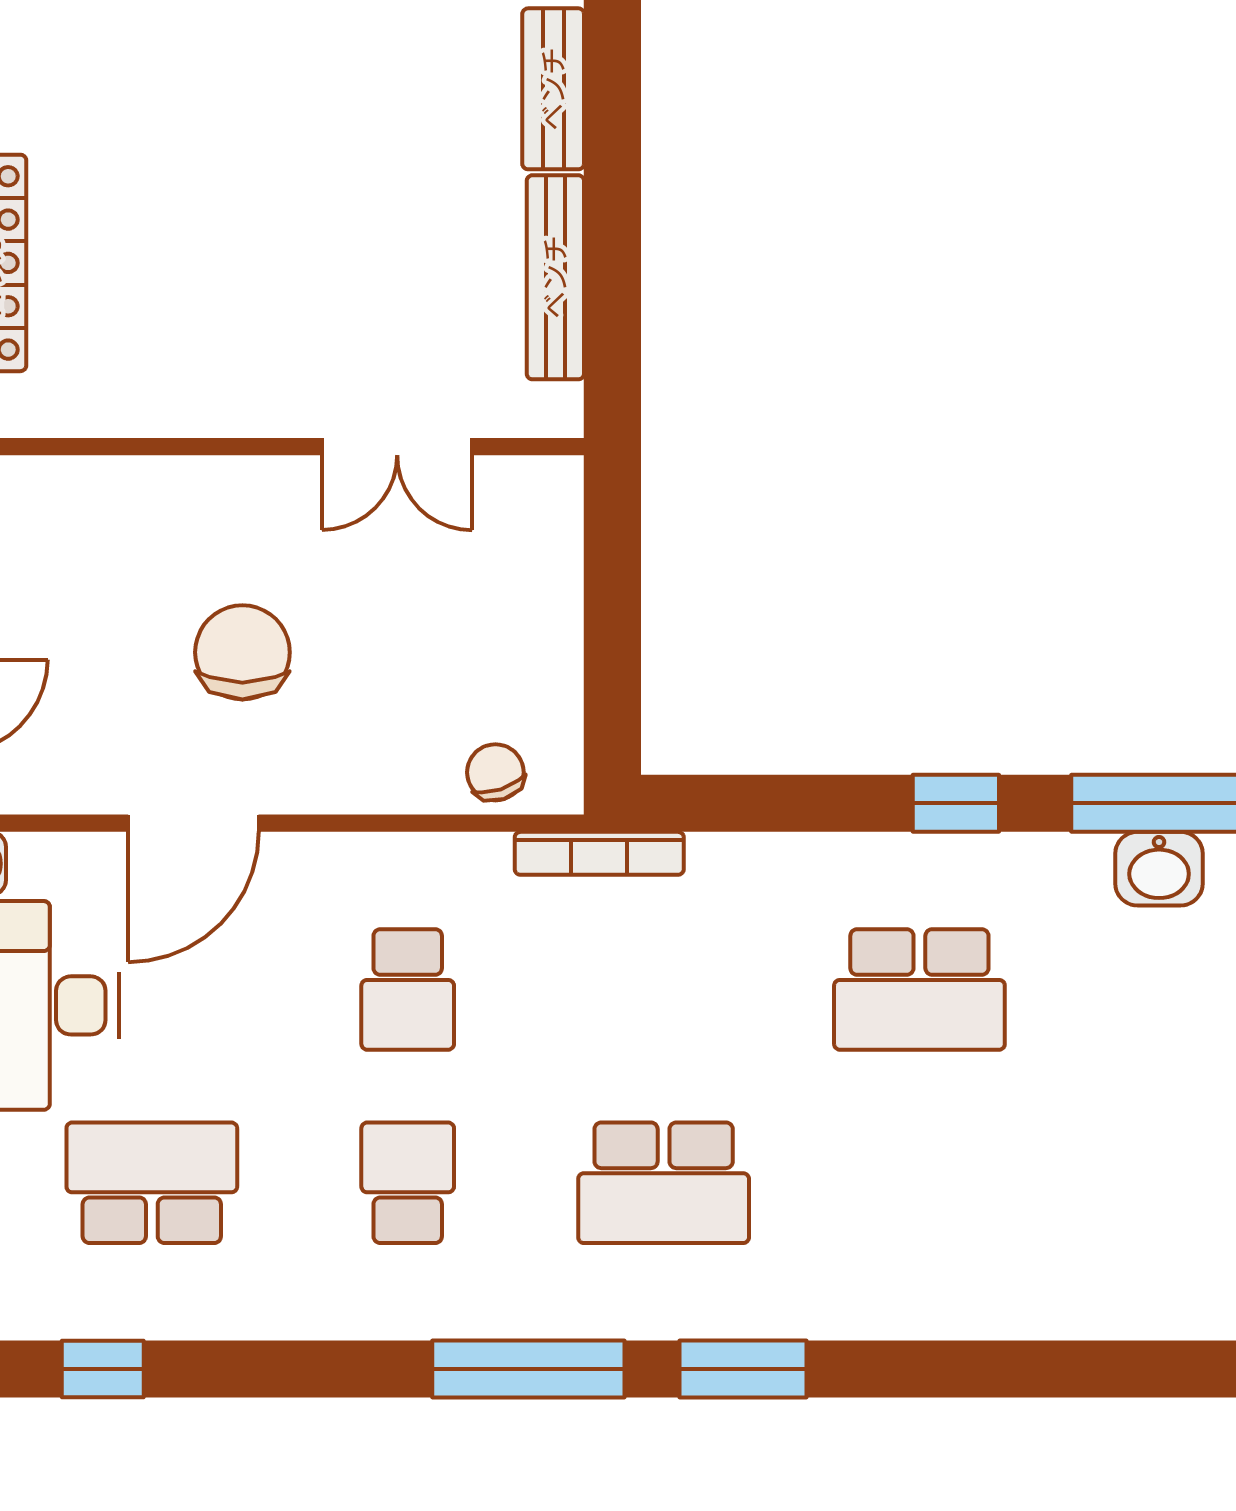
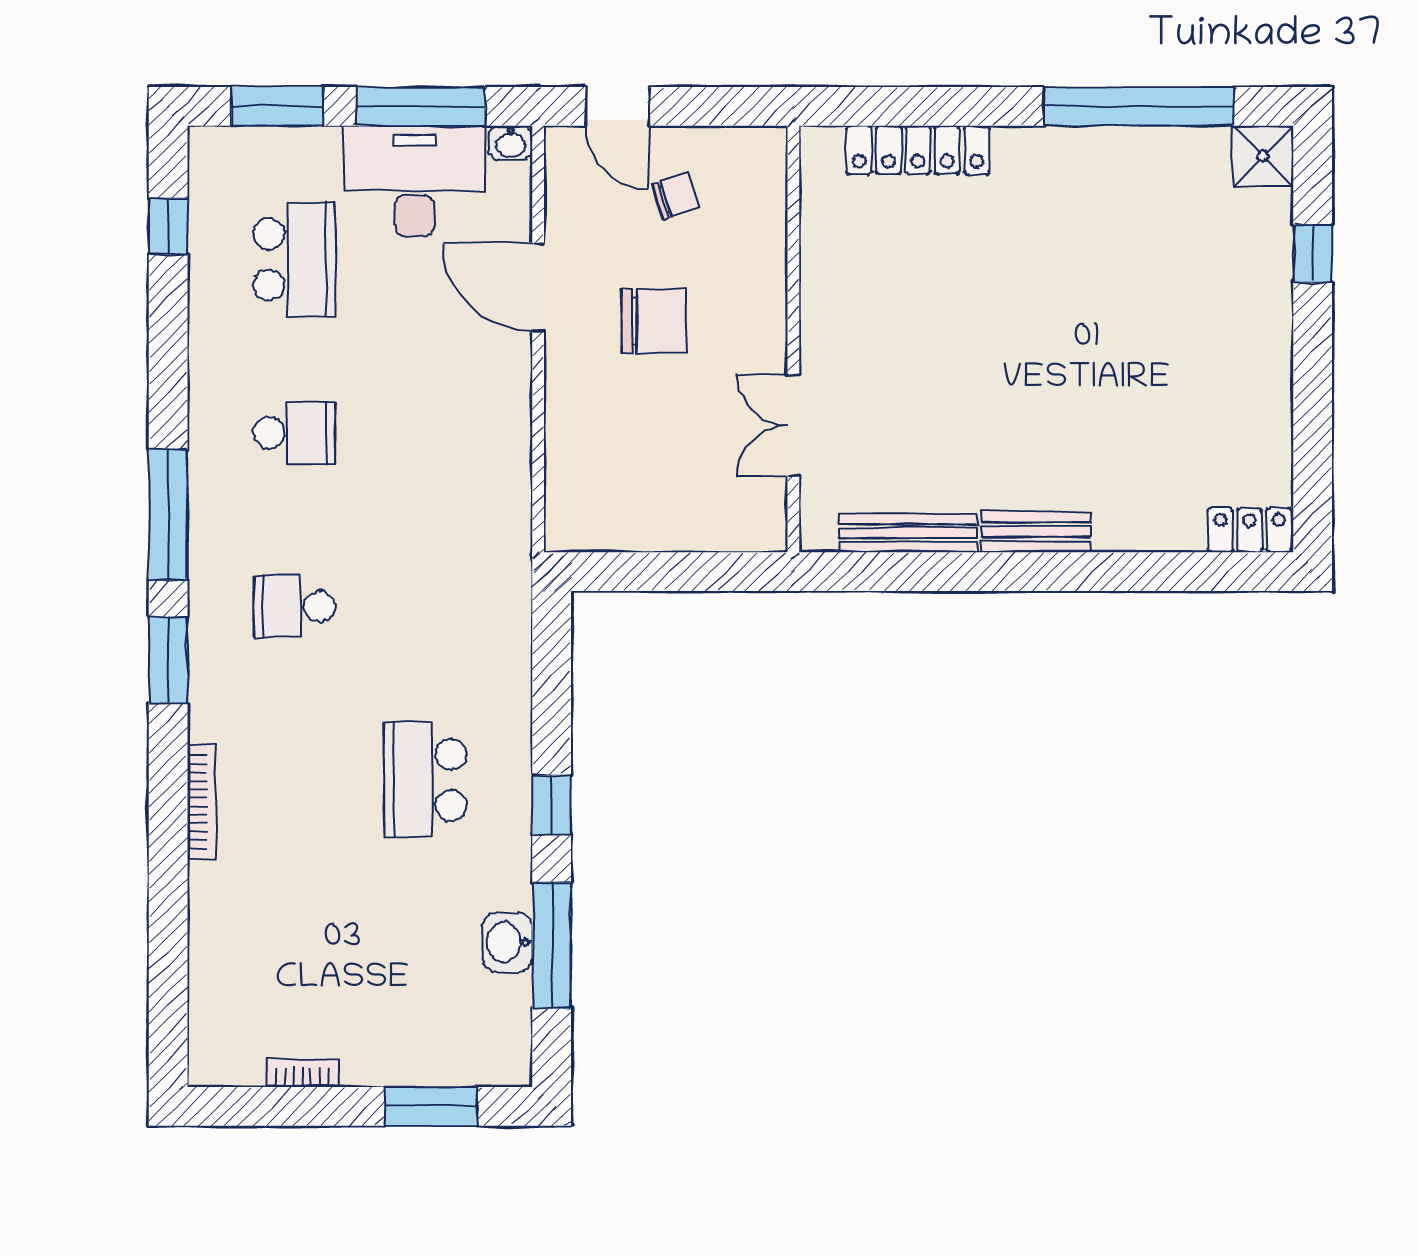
chair: (495, 772) -> (676, 196), moved
bookcase: (599, 853) -> (202, 802), moved, turned 180
school desk: (408, 989) -> (425, 433), removed
school desk: (664, 1183) -> (294, 606), width x0.54

